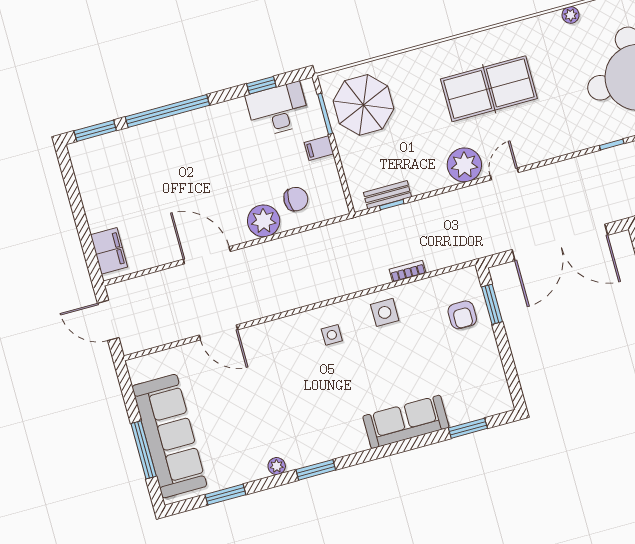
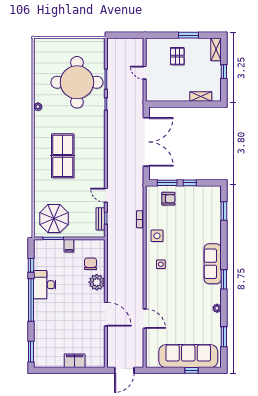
desk: (278, 109) -> (45, 285), moved
window: (167, 111) -> (31, 300), moved
plant: (464, 165) -> (96, 178), removed
door: (504, 174) -> (106, 195), moved
filing cabinet: (109, 251) -> (75, 361), moved
door: (207, 255) -> (106, 314), swing flipped
door: (218, 332) -> (145, 319), hinge flipped
window: (504, 348) -> (190, 183), added
sofa: (406, 422) -> (213, 264), moved
window: (144, 450) -> (191, 370), width x0.46
window: (316, 470) -> (224, 279), moved

